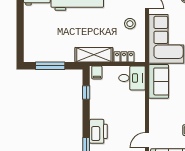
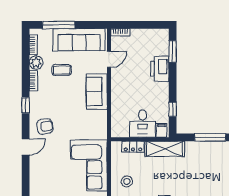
desk: (132, 78) -> (143, 124), moved, turned -90
sofa: (159, 81) -> (97, 92), moved

